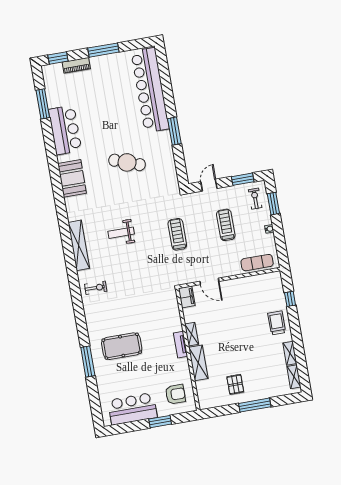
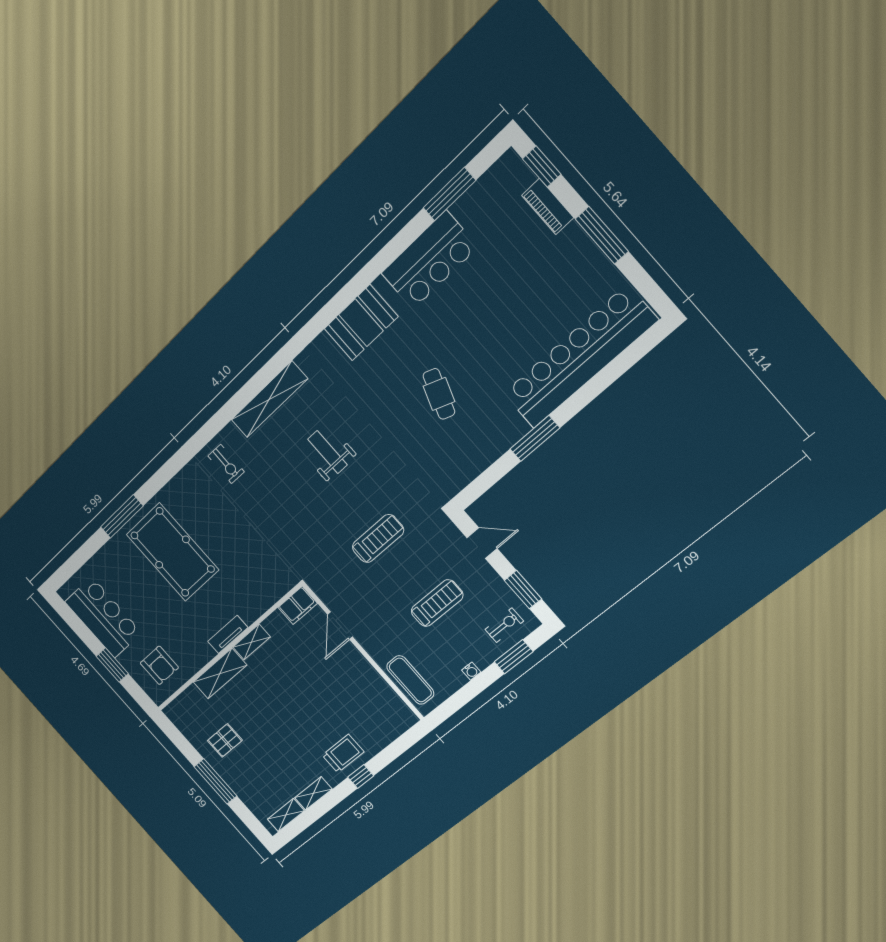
cafe table: (127, 162) -> (439, 394), width x0.73, depth x0.74
window: (290, 299) -> (361, 776), moved
pool table: (122, 346) -> (172, 552), width x1.36, depth x1.32

